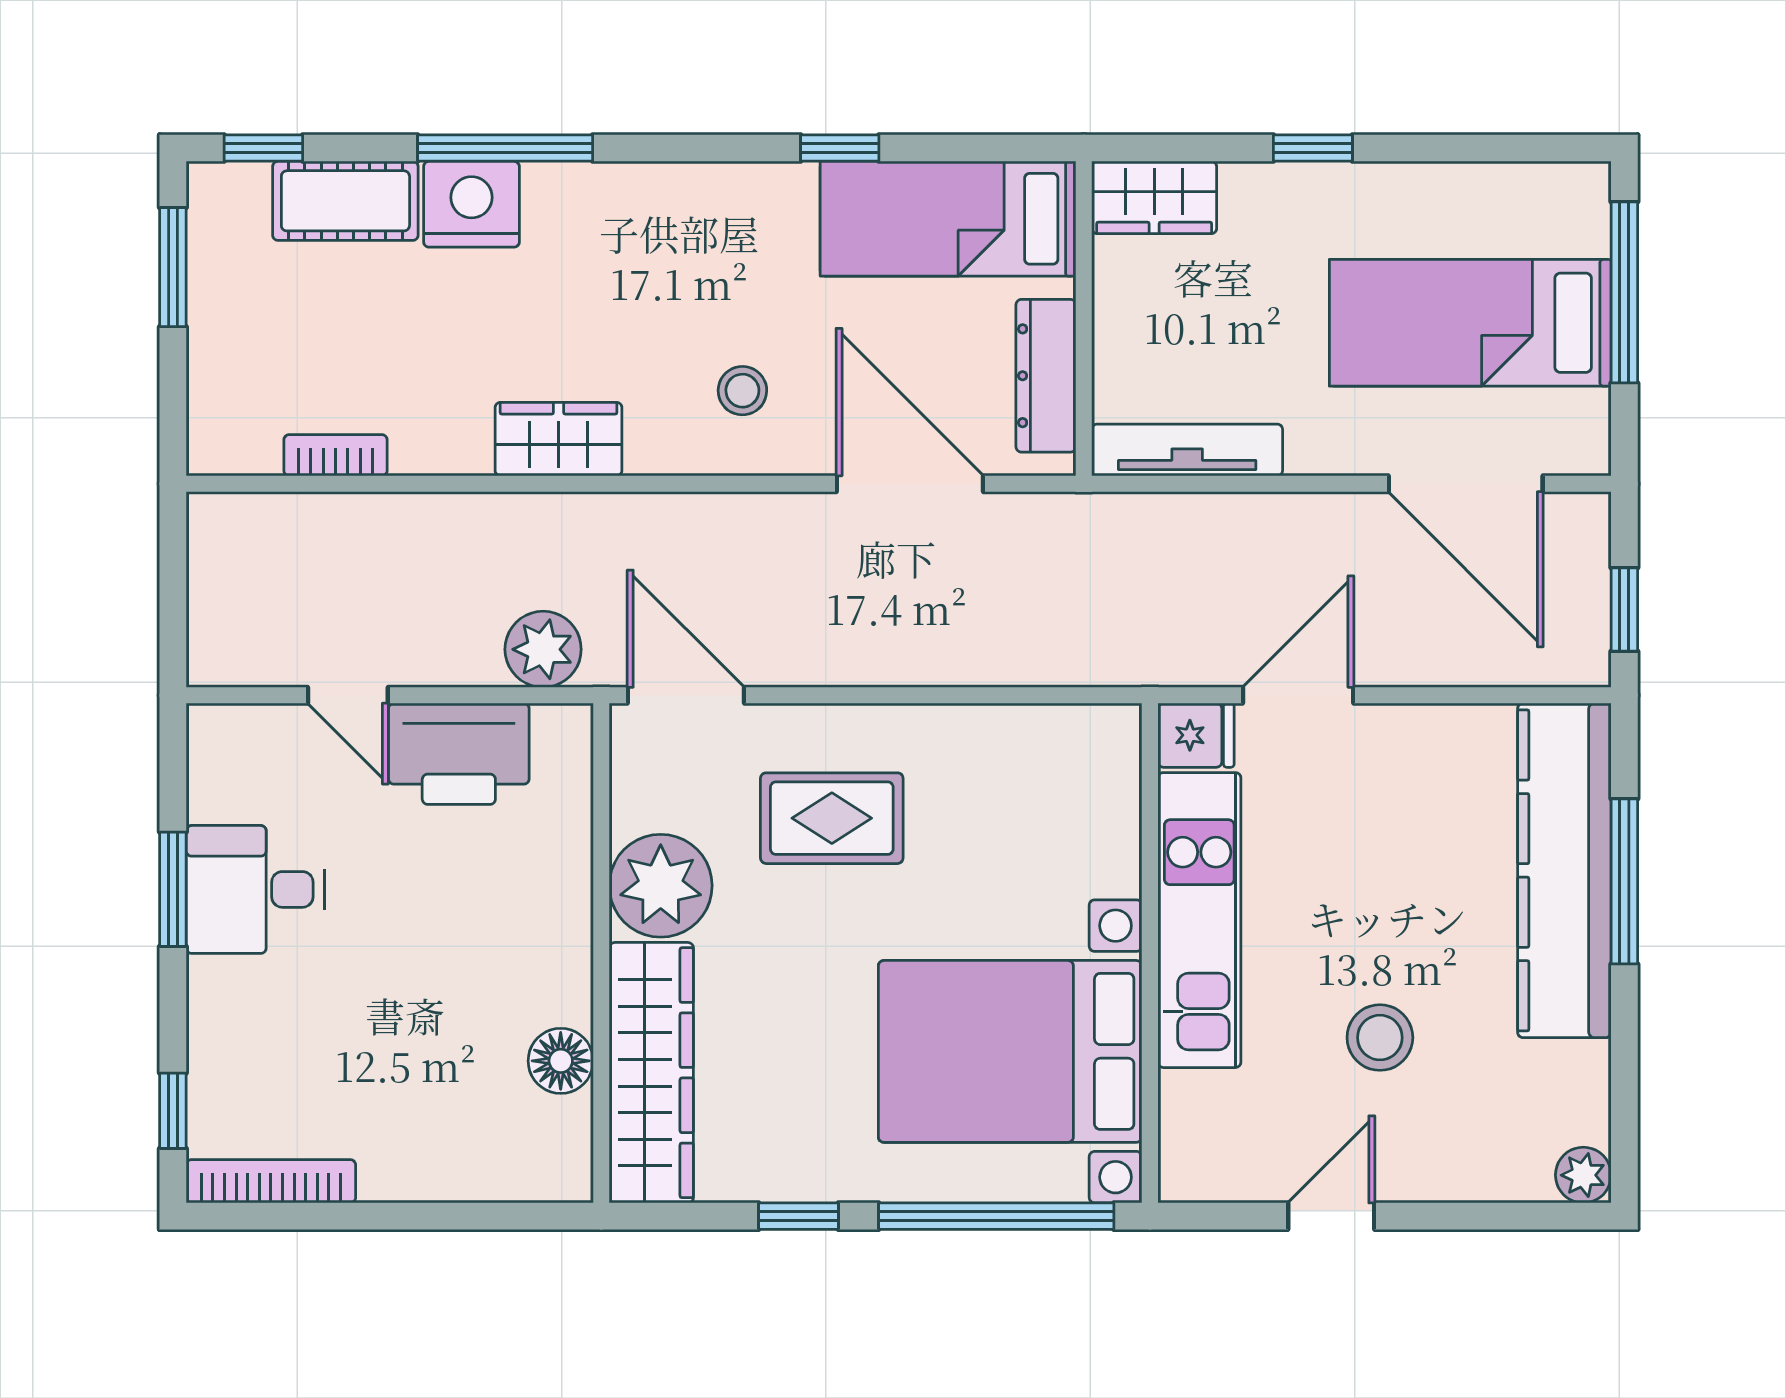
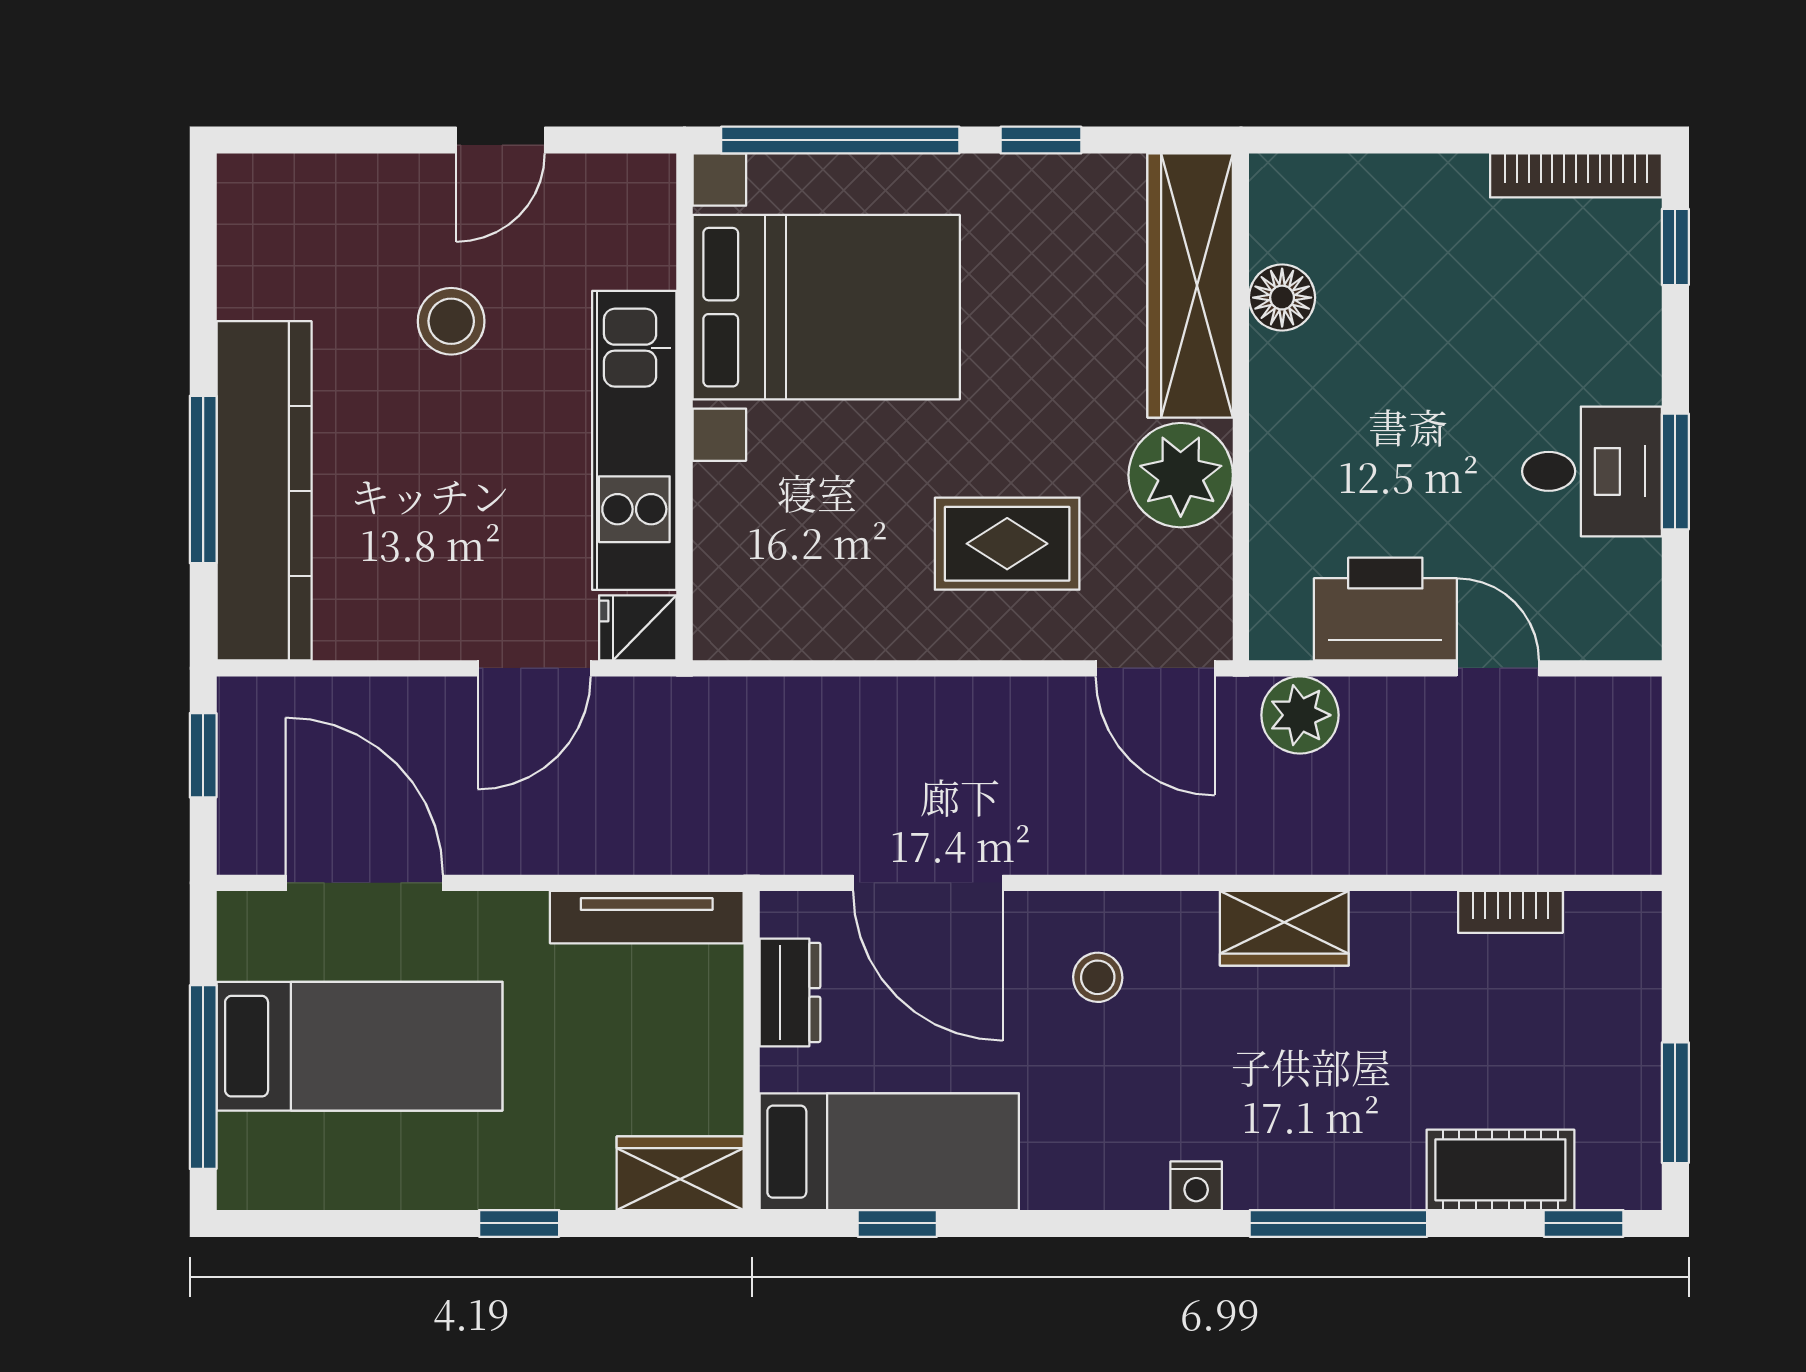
window: (840, 148) -> (897, 1223), moved
nightstand: (471, 204) -> (1196, 1186), moved, width x0.53, depth x0.56
dresser: (1046, 376) -> (790, 992), width x0.70
plant: (1583, 1175) -> (245, 182), removed

